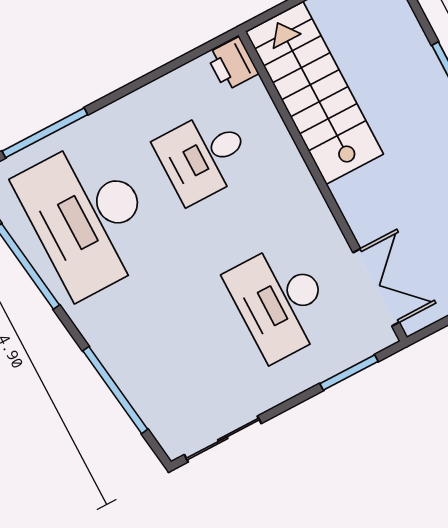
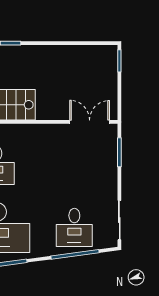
desk: (280, 302) -> (74, 227), moved, width x0.73

